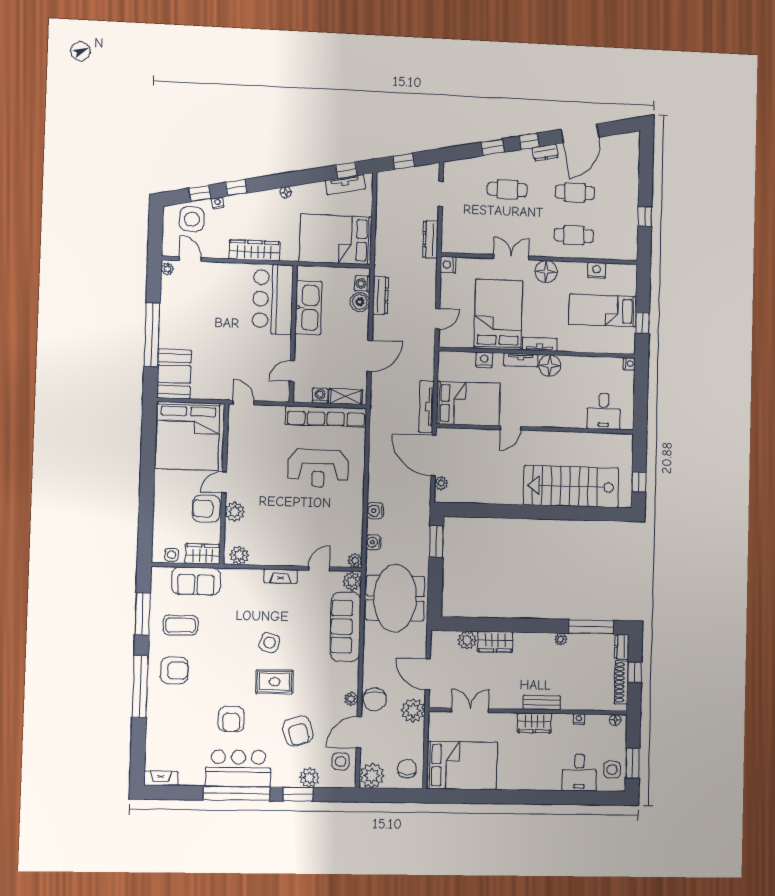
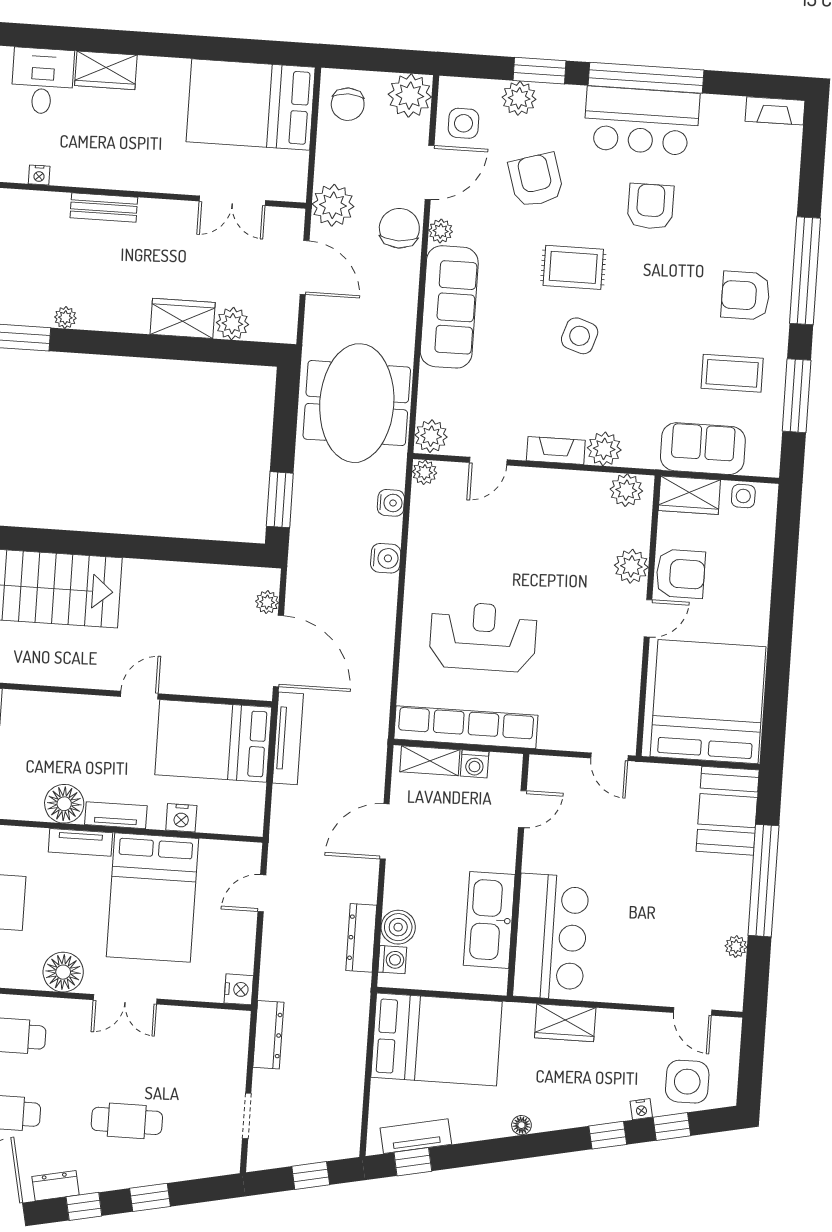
wardrobe: (255, 250) -> (565, 1023), width x0.67
plant: (167, 269) -> (736, 946), moved
plant: (253, 578) -> (604, 449), added
sofa: (345, 627) -> (449, 307), moved
wardrobe: (534, 723) -> (106, 70), moved, turned 180

